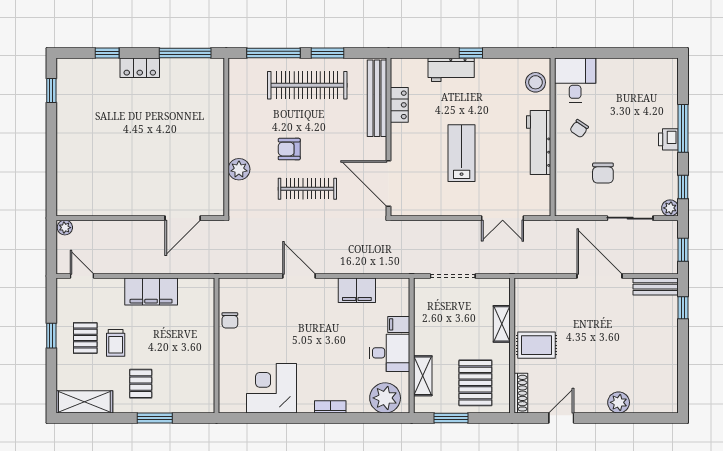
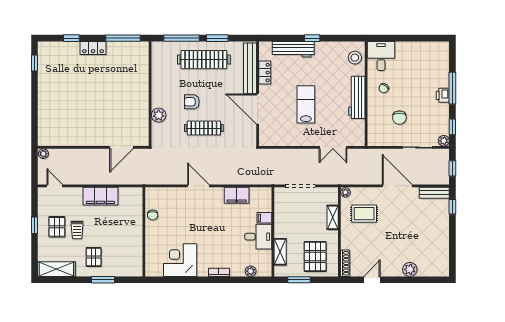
workbench: (451, 70) -> (293, 49), width x1.38
door: (388, 183) -> (258, 109), moved
plant: (521, 286) -> (345, 192), added
rug: (537, 345) -> (364, 214), moved
plant: (385, 398) -> (251, 271), width x0.53, depth x0.53

